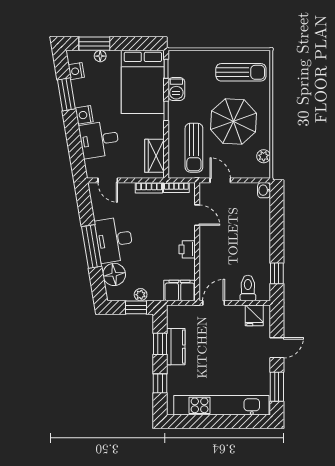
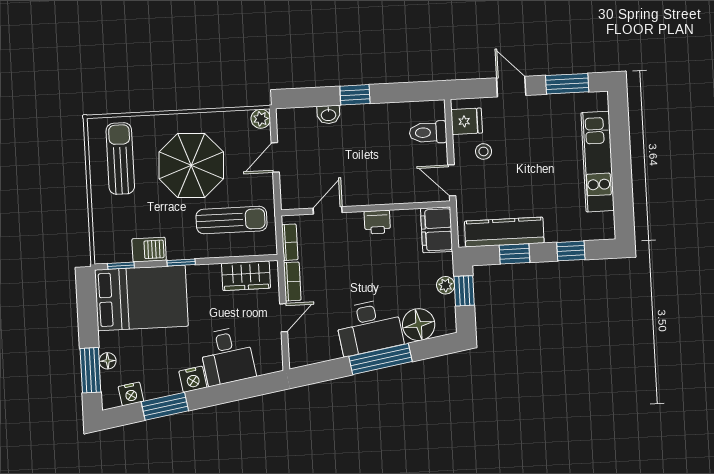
plant: (264, 156) -> (261, 119), moved
door: (108, 180) -> (284, 318), moved
door: (220, 180) -> (275, 157), moved
washbasin: (264, 190) -> (328, 115), moved
window: (277, 273) -> (355, 95), moved
stool: (233, 326) -> (484, 151), added
kitchen counter: (176, 347) -> (504, 232), width x1.50
kitchen unit: (221, 405) -> (598, 162), width x0.73

